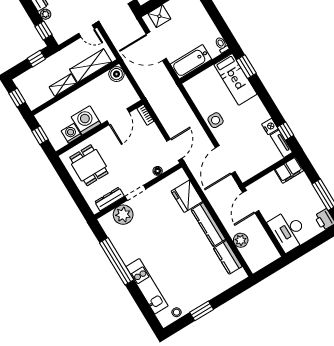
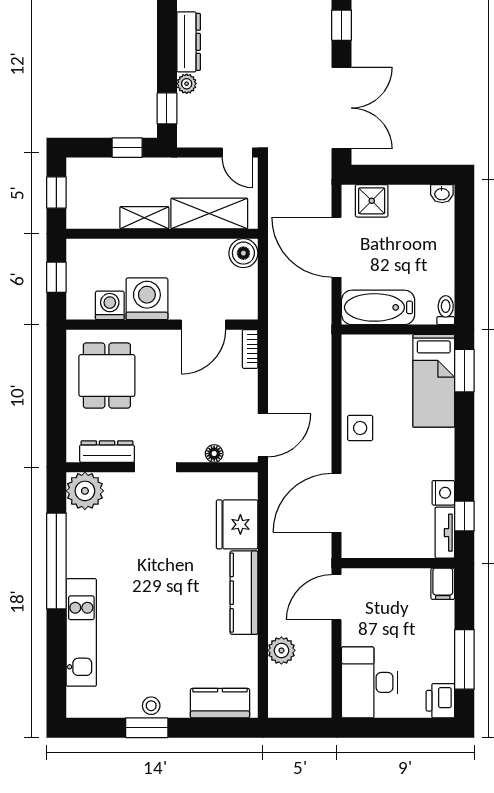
filing cabinet: (289, 170) -> (443, 584), width x0.50
plant: (123, 215) -> (85, 491), moved
kitchen counter: (228, 257) -> (220, 703), moved, turned 90
stool: (177, 312) -> (151, 706), moved

